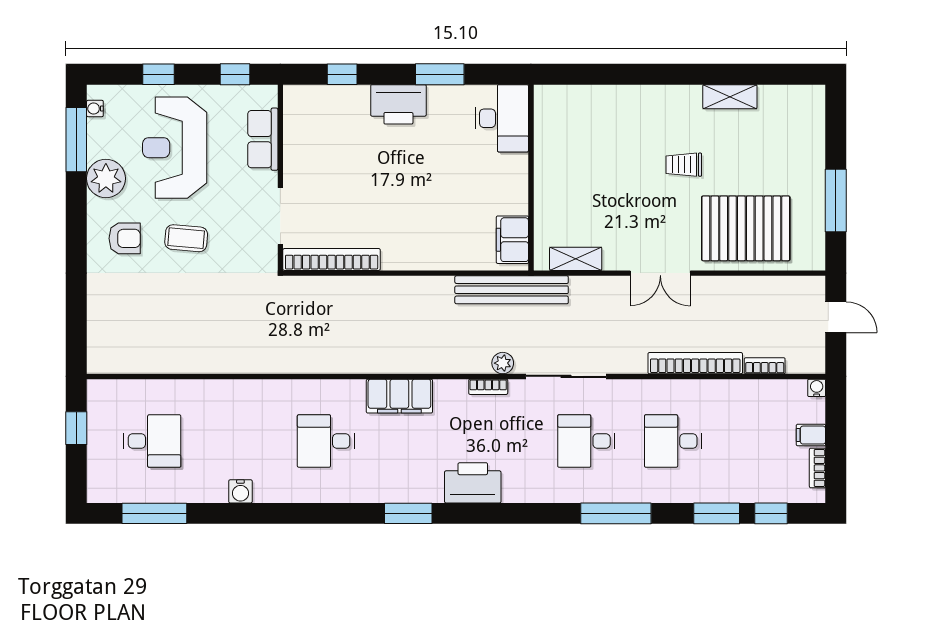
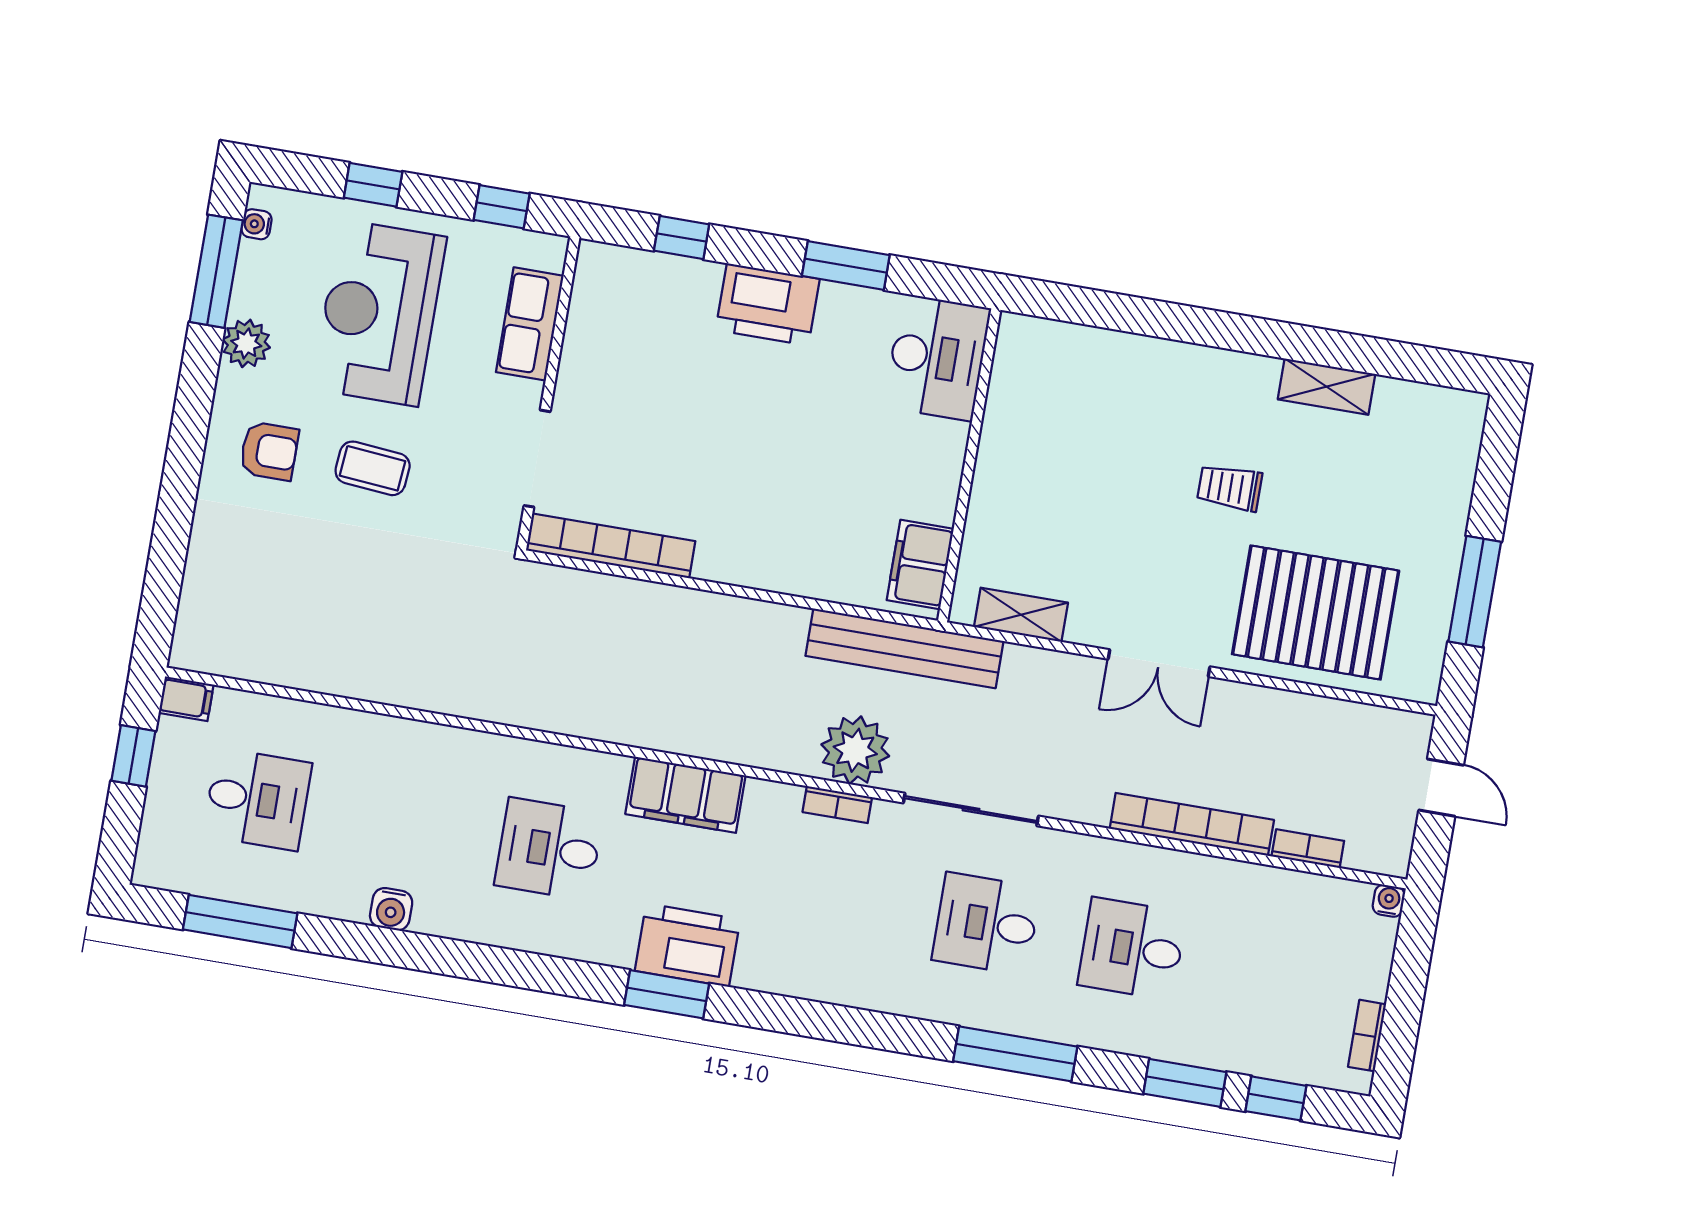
plant: (106, 178) -> (246, 343), width x0.73, depth x0.73
plant: (503, 363) -> (855, 750), width x1.87, depth x1.87
filing cabinet: (811, 435) -> (186, 699), moved, turned 180
printer: (473, 483) -> (688, 945), moved

